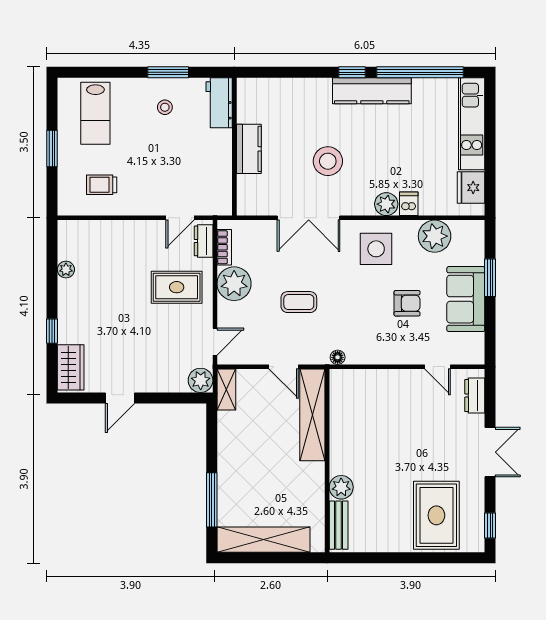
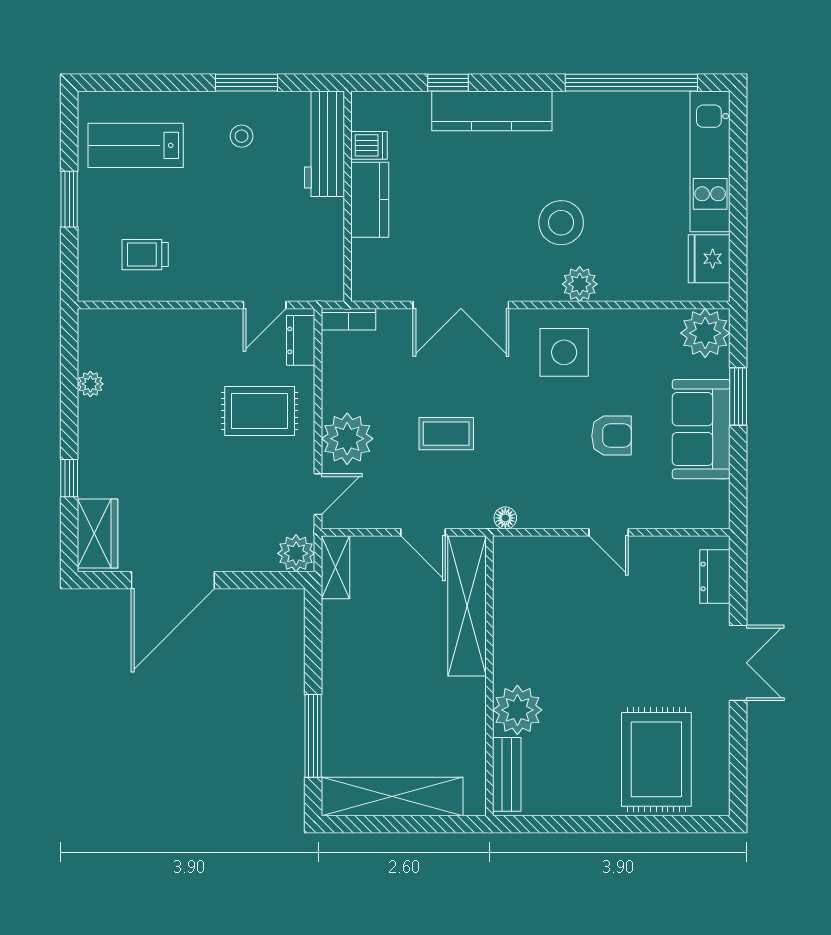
window: (352, 72) -> (448, 83), moved
kitchen counter: (372, 91) -> (492, 111), moved
workbench: (219, 103) -> (325, 144), width x1.38
lab bench: (95, 113) -> (136, 145), turned 90
stool: (328, 161) -> (561, 223), moved
dishwasher: (409, 204) -> (369, 145), moved, turned 90
plant: (435, 236) -> (705, 333), moved
bookcase: (224, 247) -> (348, 319), moved, turned 90
plant: (234, 284) -> (347, 439), moved
door: (437, 367) -> (609, 532), moved
door: (120, 398) -> (173, 580), width x1.88
plant: (341, 487) -> (517, 710), width x1.36, depth x1.36
window: (490, 525) -> (738, 775), removed

